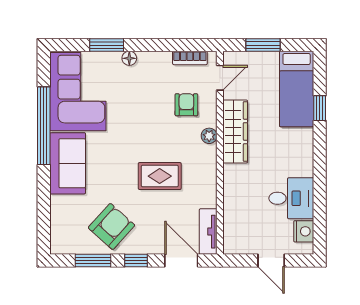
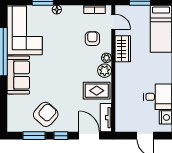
door: (220, 78) -> (113, 22), hinge flipped
wardrobe: (235, 131) -> (123, 49), width x0.67
plant: (206, 156) -> (105, 71), added
rug: (160, 176) -> (97, 91), moved

